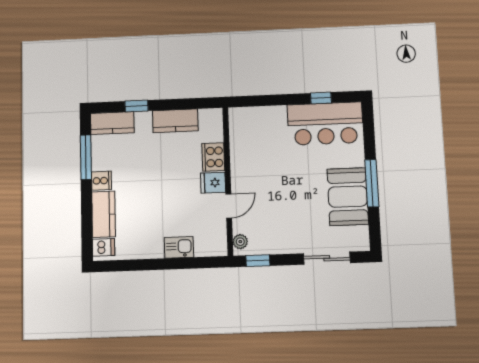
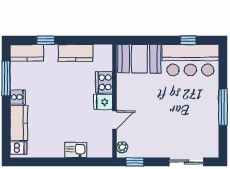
booth: (348, 197) -> (139, 59), moved, turned 90

